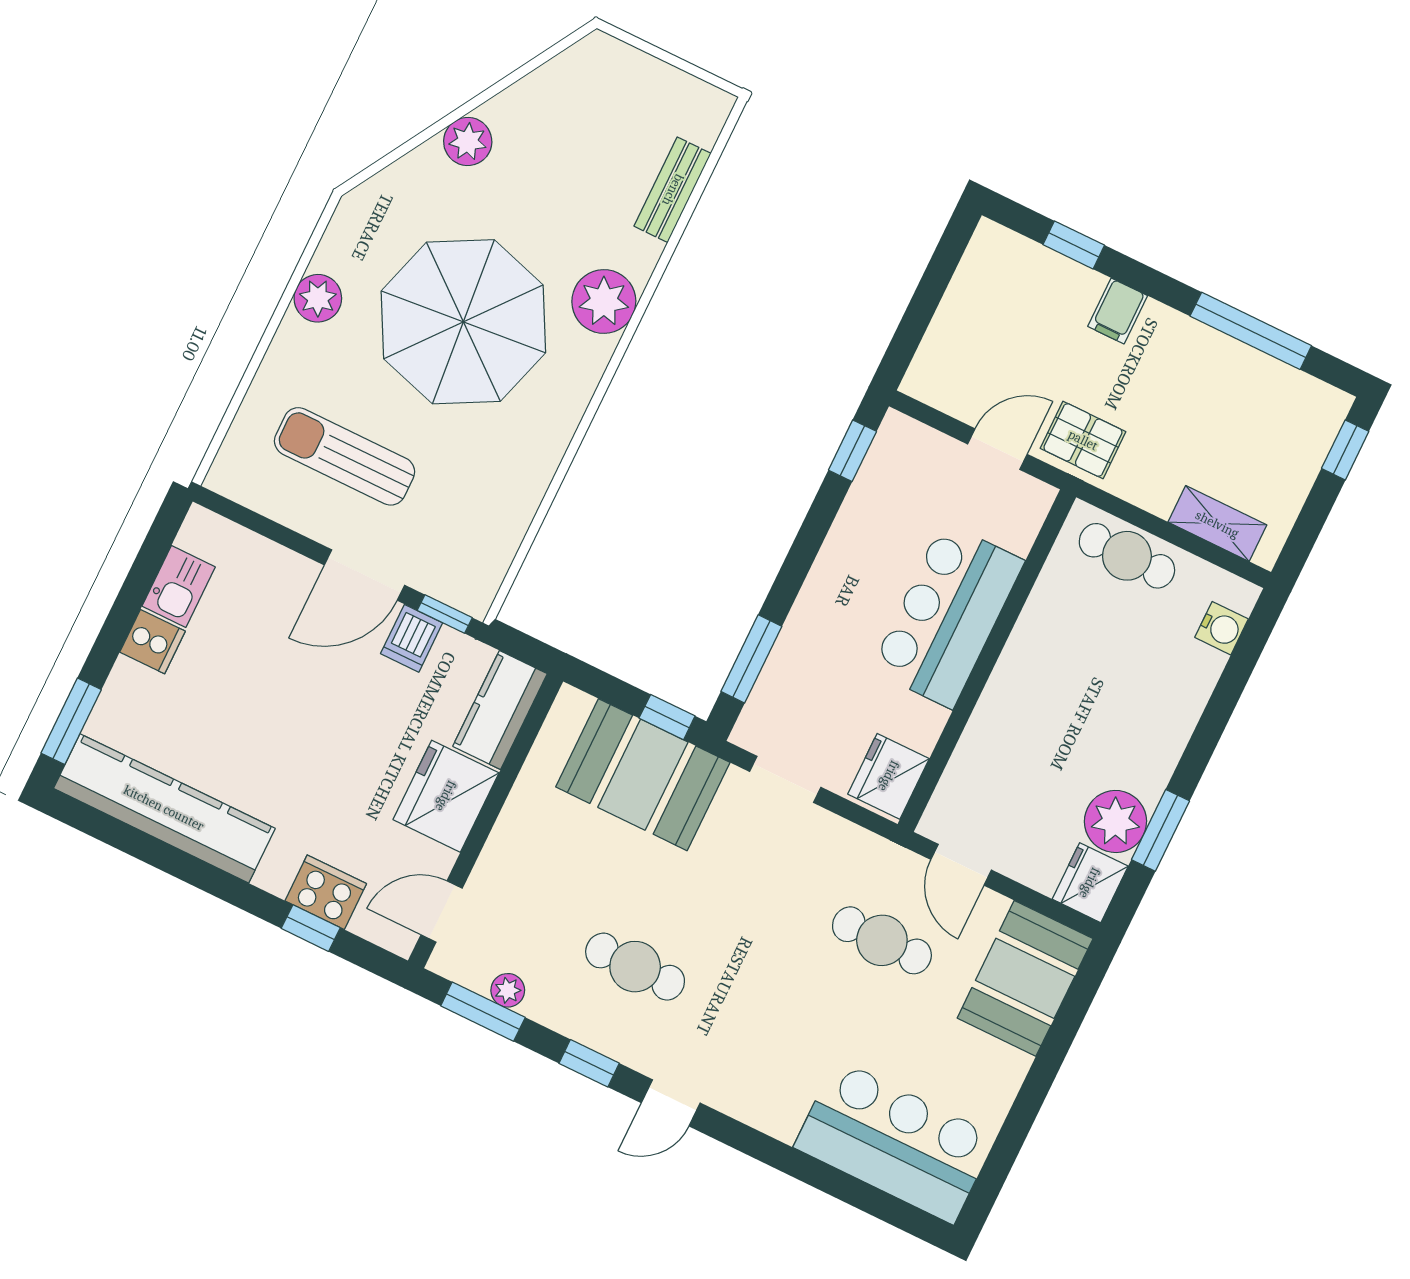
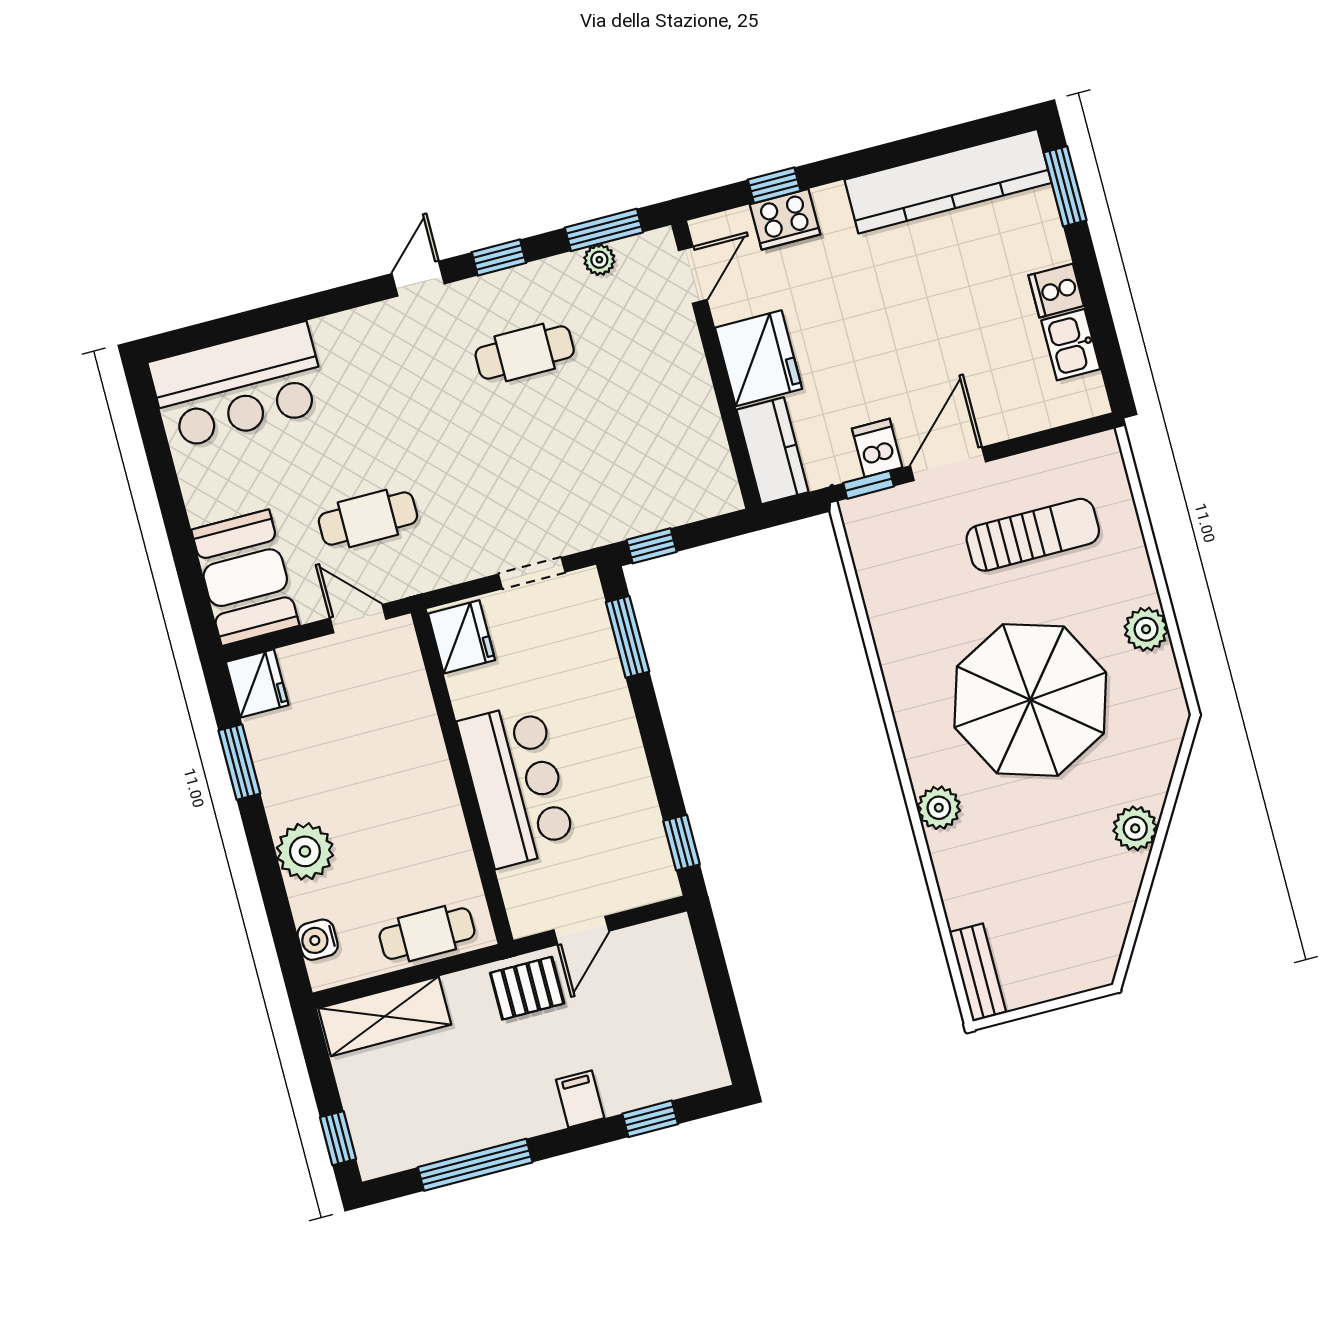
bench: (673, 190) -> (978, 972), moved
plant: (604, 301) -> (939, 808), width x0.73, depth x0.73
shelving: (1217, 524) -> (385, 1016), width x1.50, depth x1.33
booth: (643, 775) -> (634, 491), removed
plant: (1115, 821) -> (305, 851), moved

